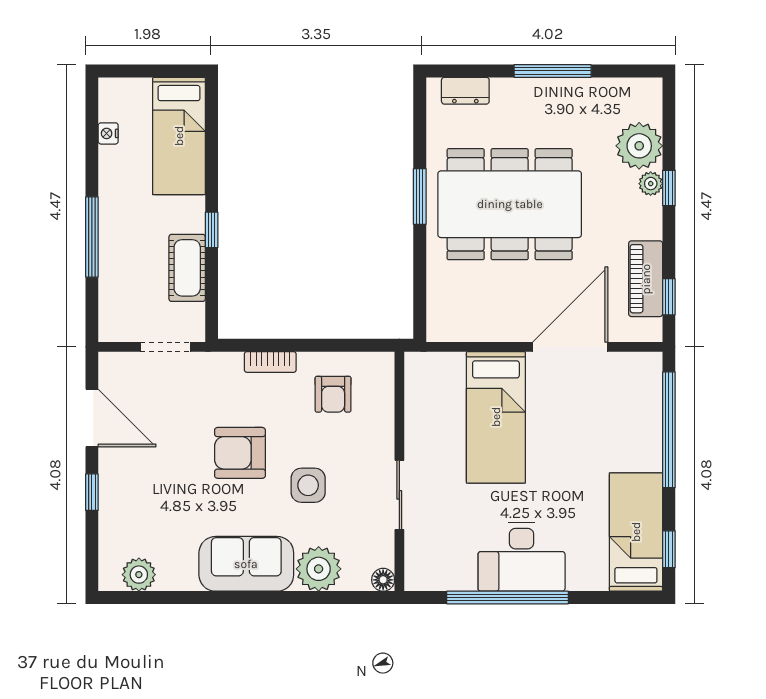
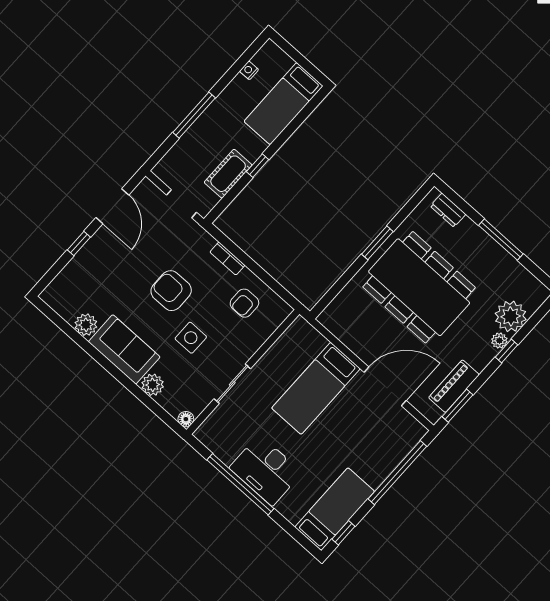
window: (669, 297) -> (457, 406), width x1.50
plant: (319, 569) -> (153, 385), width x0.73, depth x0.73
plant: (139, 575) -> (86, 325), moved

